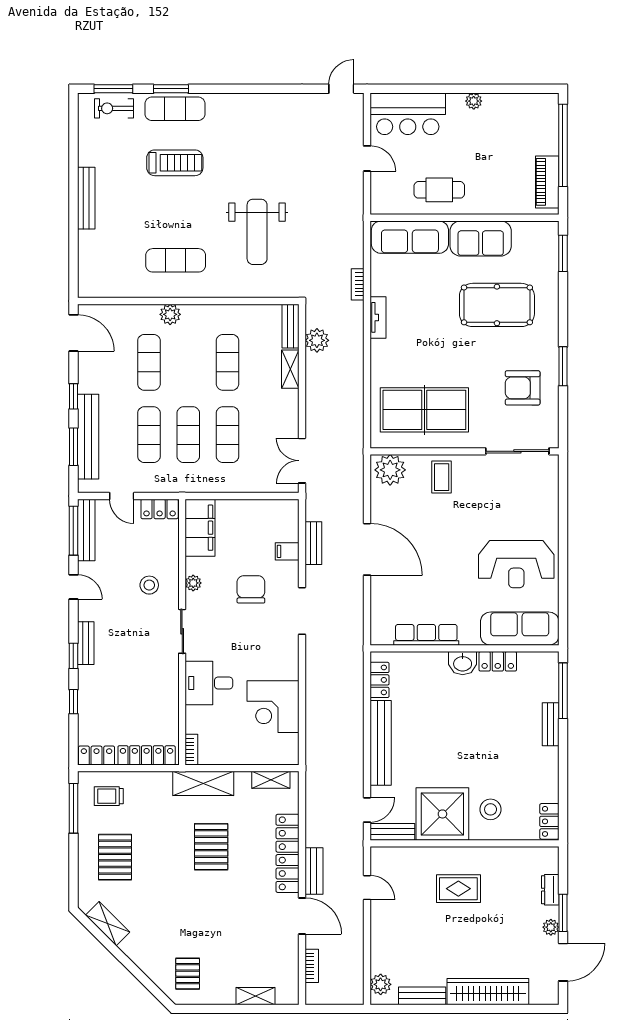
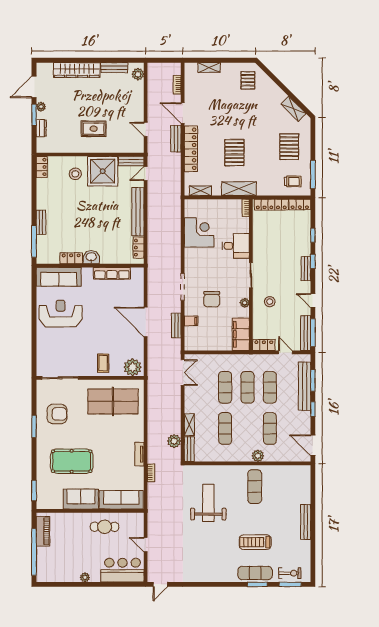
exercise mat: (176, 260) -> (255, 487), turned 90

